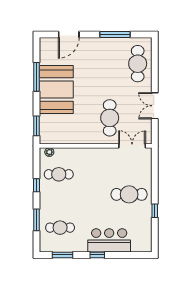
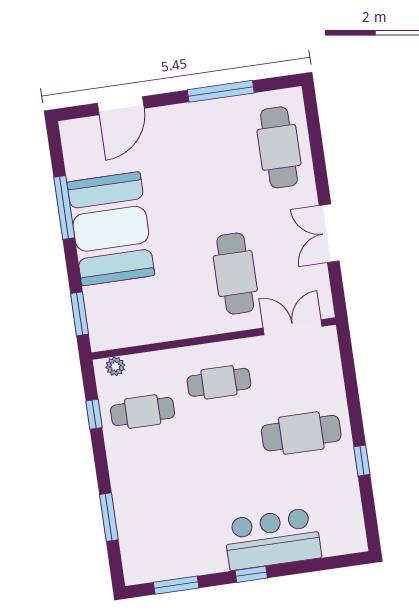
window: (37, 185) -> (94, 414), moved
cafe table: (60, 228) -> (219, 382), moved

